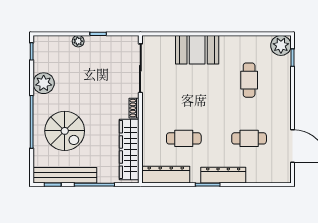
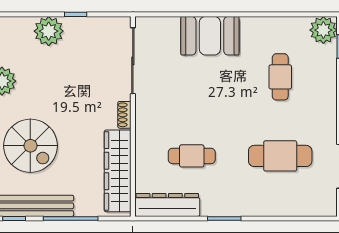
plant: (78, 41) -> (49, 31), width x1.88, depth x1.88
cafe table: (249, 138) -> (280, 156), width x1.37, depth x1.35
dresser: (223, 175) -> (245, 206), removed

